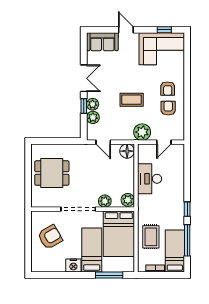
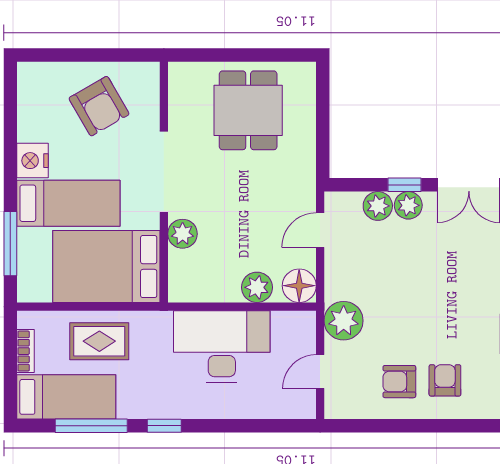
armchair: (168, 89) -> (445, 380), turned 90
coffee table: (132, 100) -> (419, 296), removed
armchair: (168, 108) -> (399, 382), turned 180
door: (164, 142) -> (320, 372), hinge flipped
desk: (150, 179) -> (222, 347), width x1.36, depth x1.30
plant: (128, 200) -> (257, 287), moved

